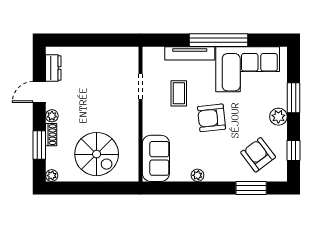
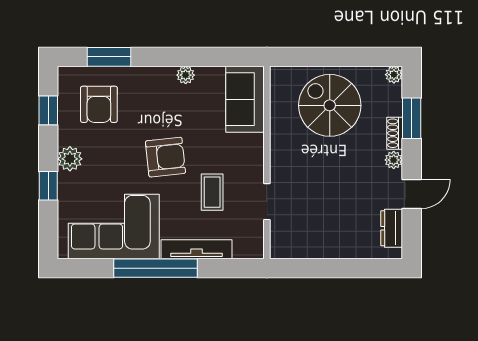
window: (294, 98) -> (48, 186), width x0.67
armchair: (258, 155) -> (99, 104), turned 37

